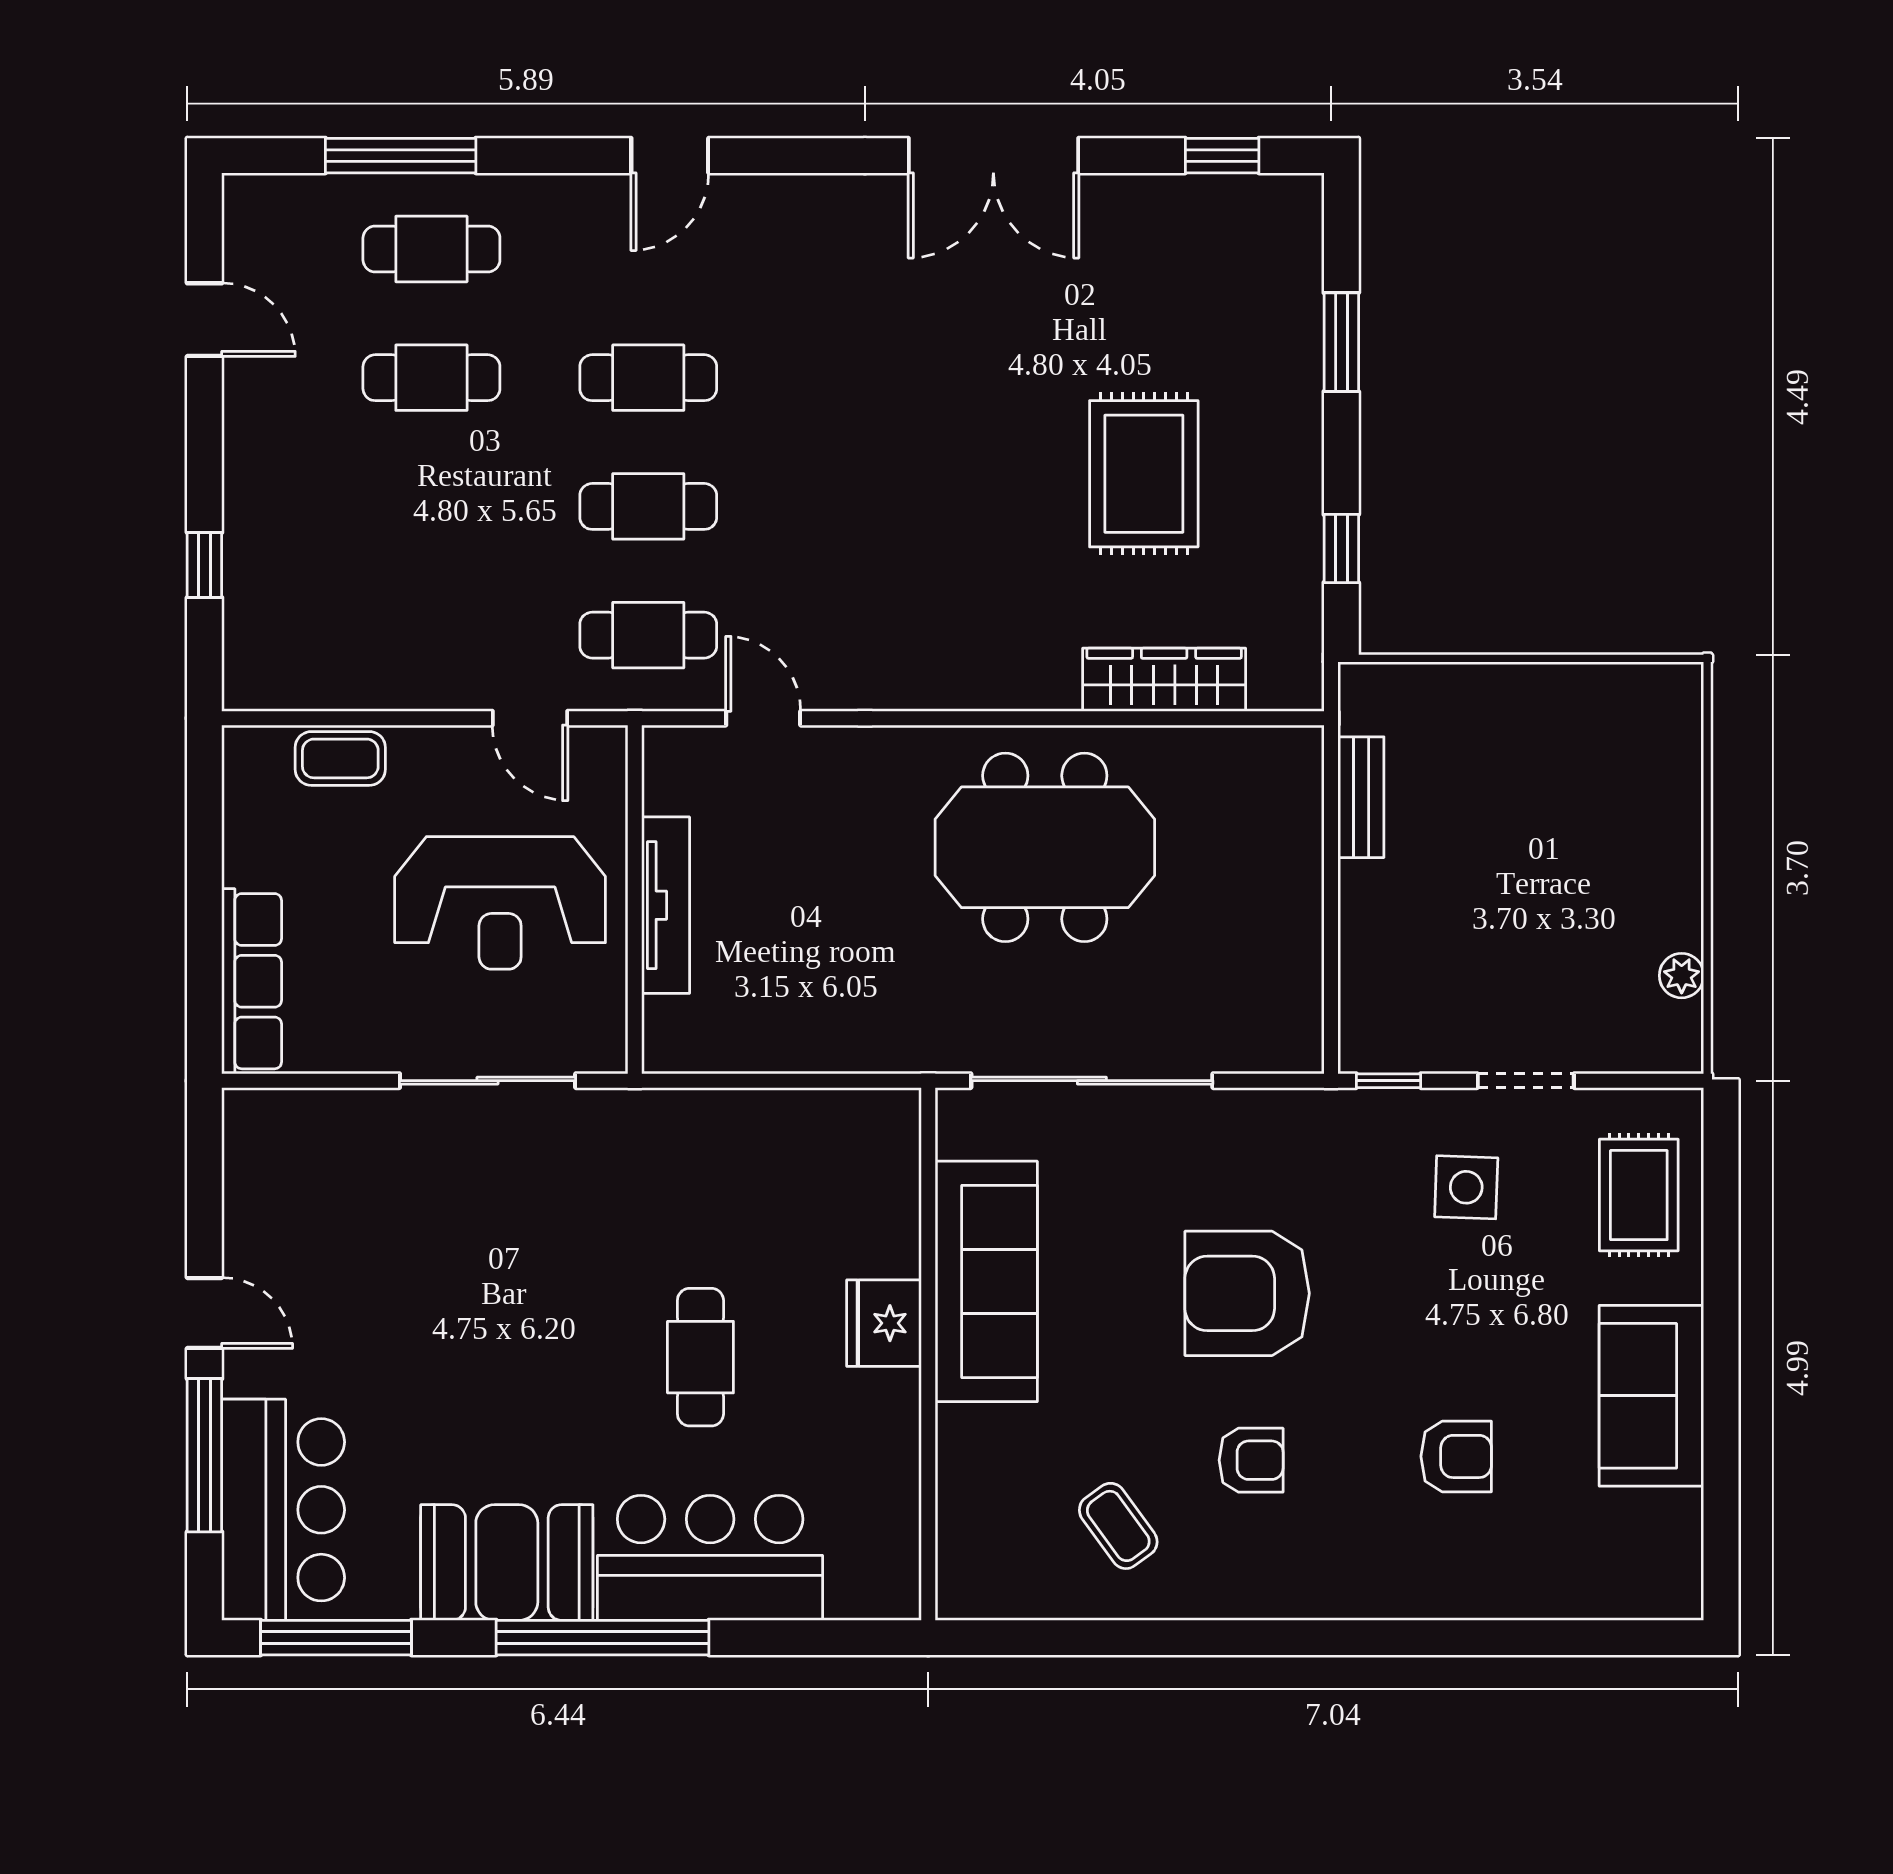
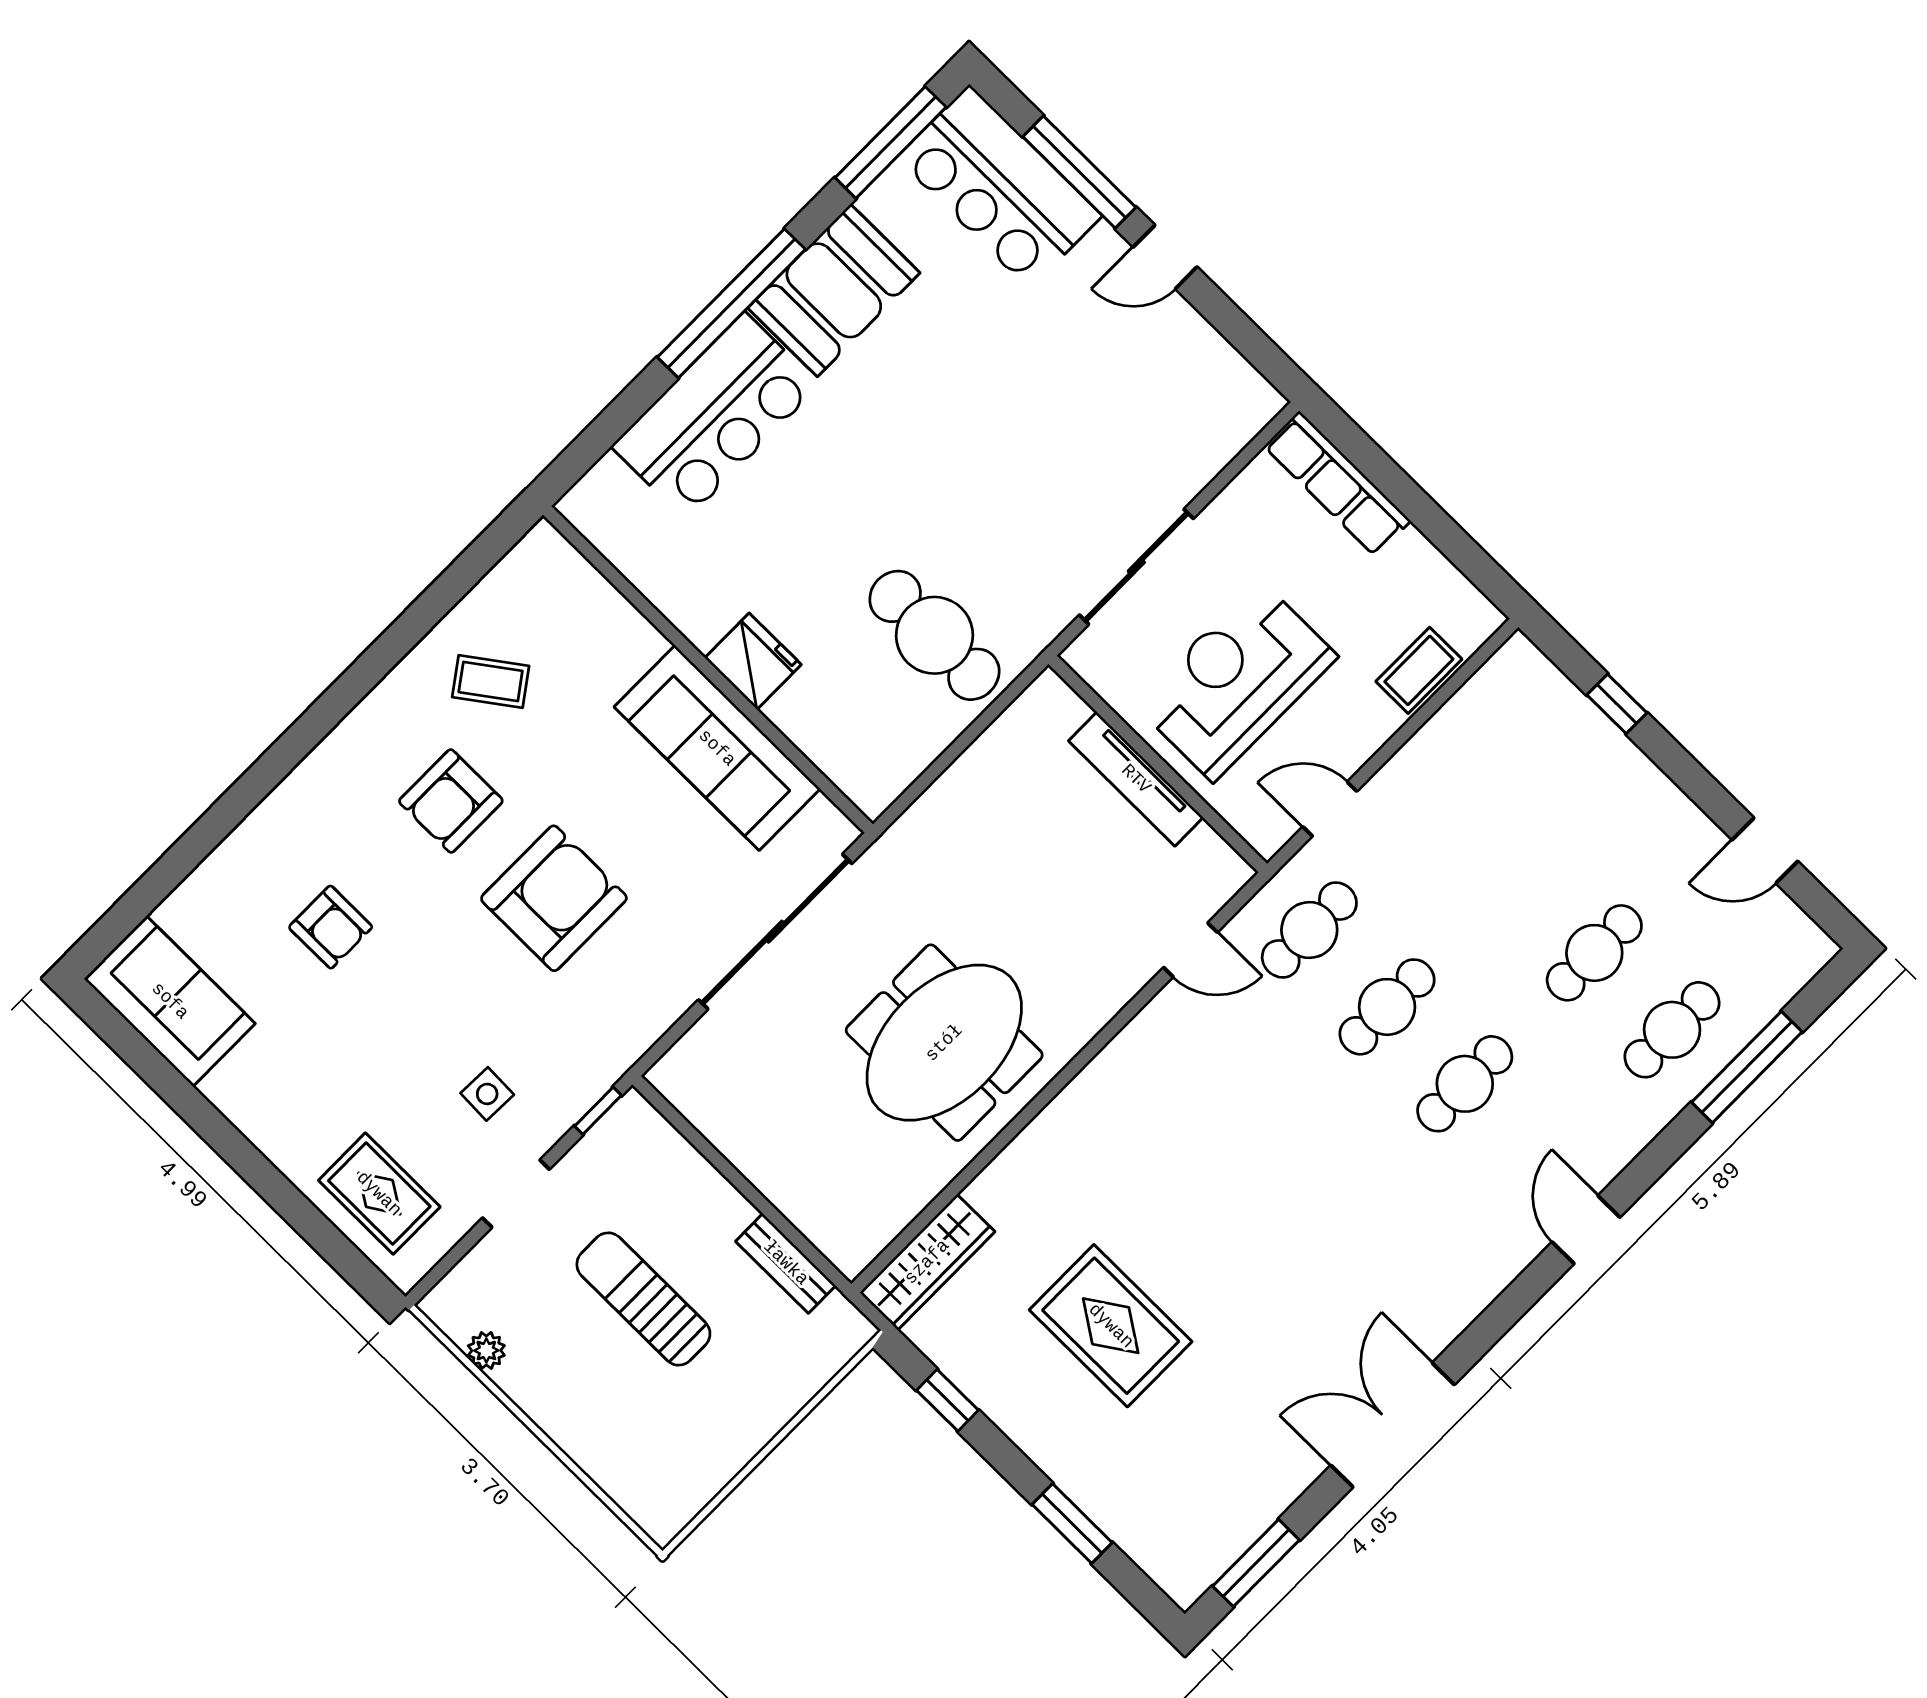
window: (1222, 156) -> (1256, 1563), width x1.50
wardrobe: (1164, 680) -> (927, 1262), moved
sun lounger: (1508, 887) -> (643, 1299), added
side table: (1466, 1187) -> (487, 1094), width x0.73, depth x0.73
cafe table: (700, 1357) -> (934, 635), moved, width x1.37, depth x1.35
sofa: (1651, 1396) -> (170, 1001), moved
armchair: (1456, 1456) -> (331, 927), turned -90
armchair: (1251, 1460) -> (451, 801), width x1.38, depth x1.38

